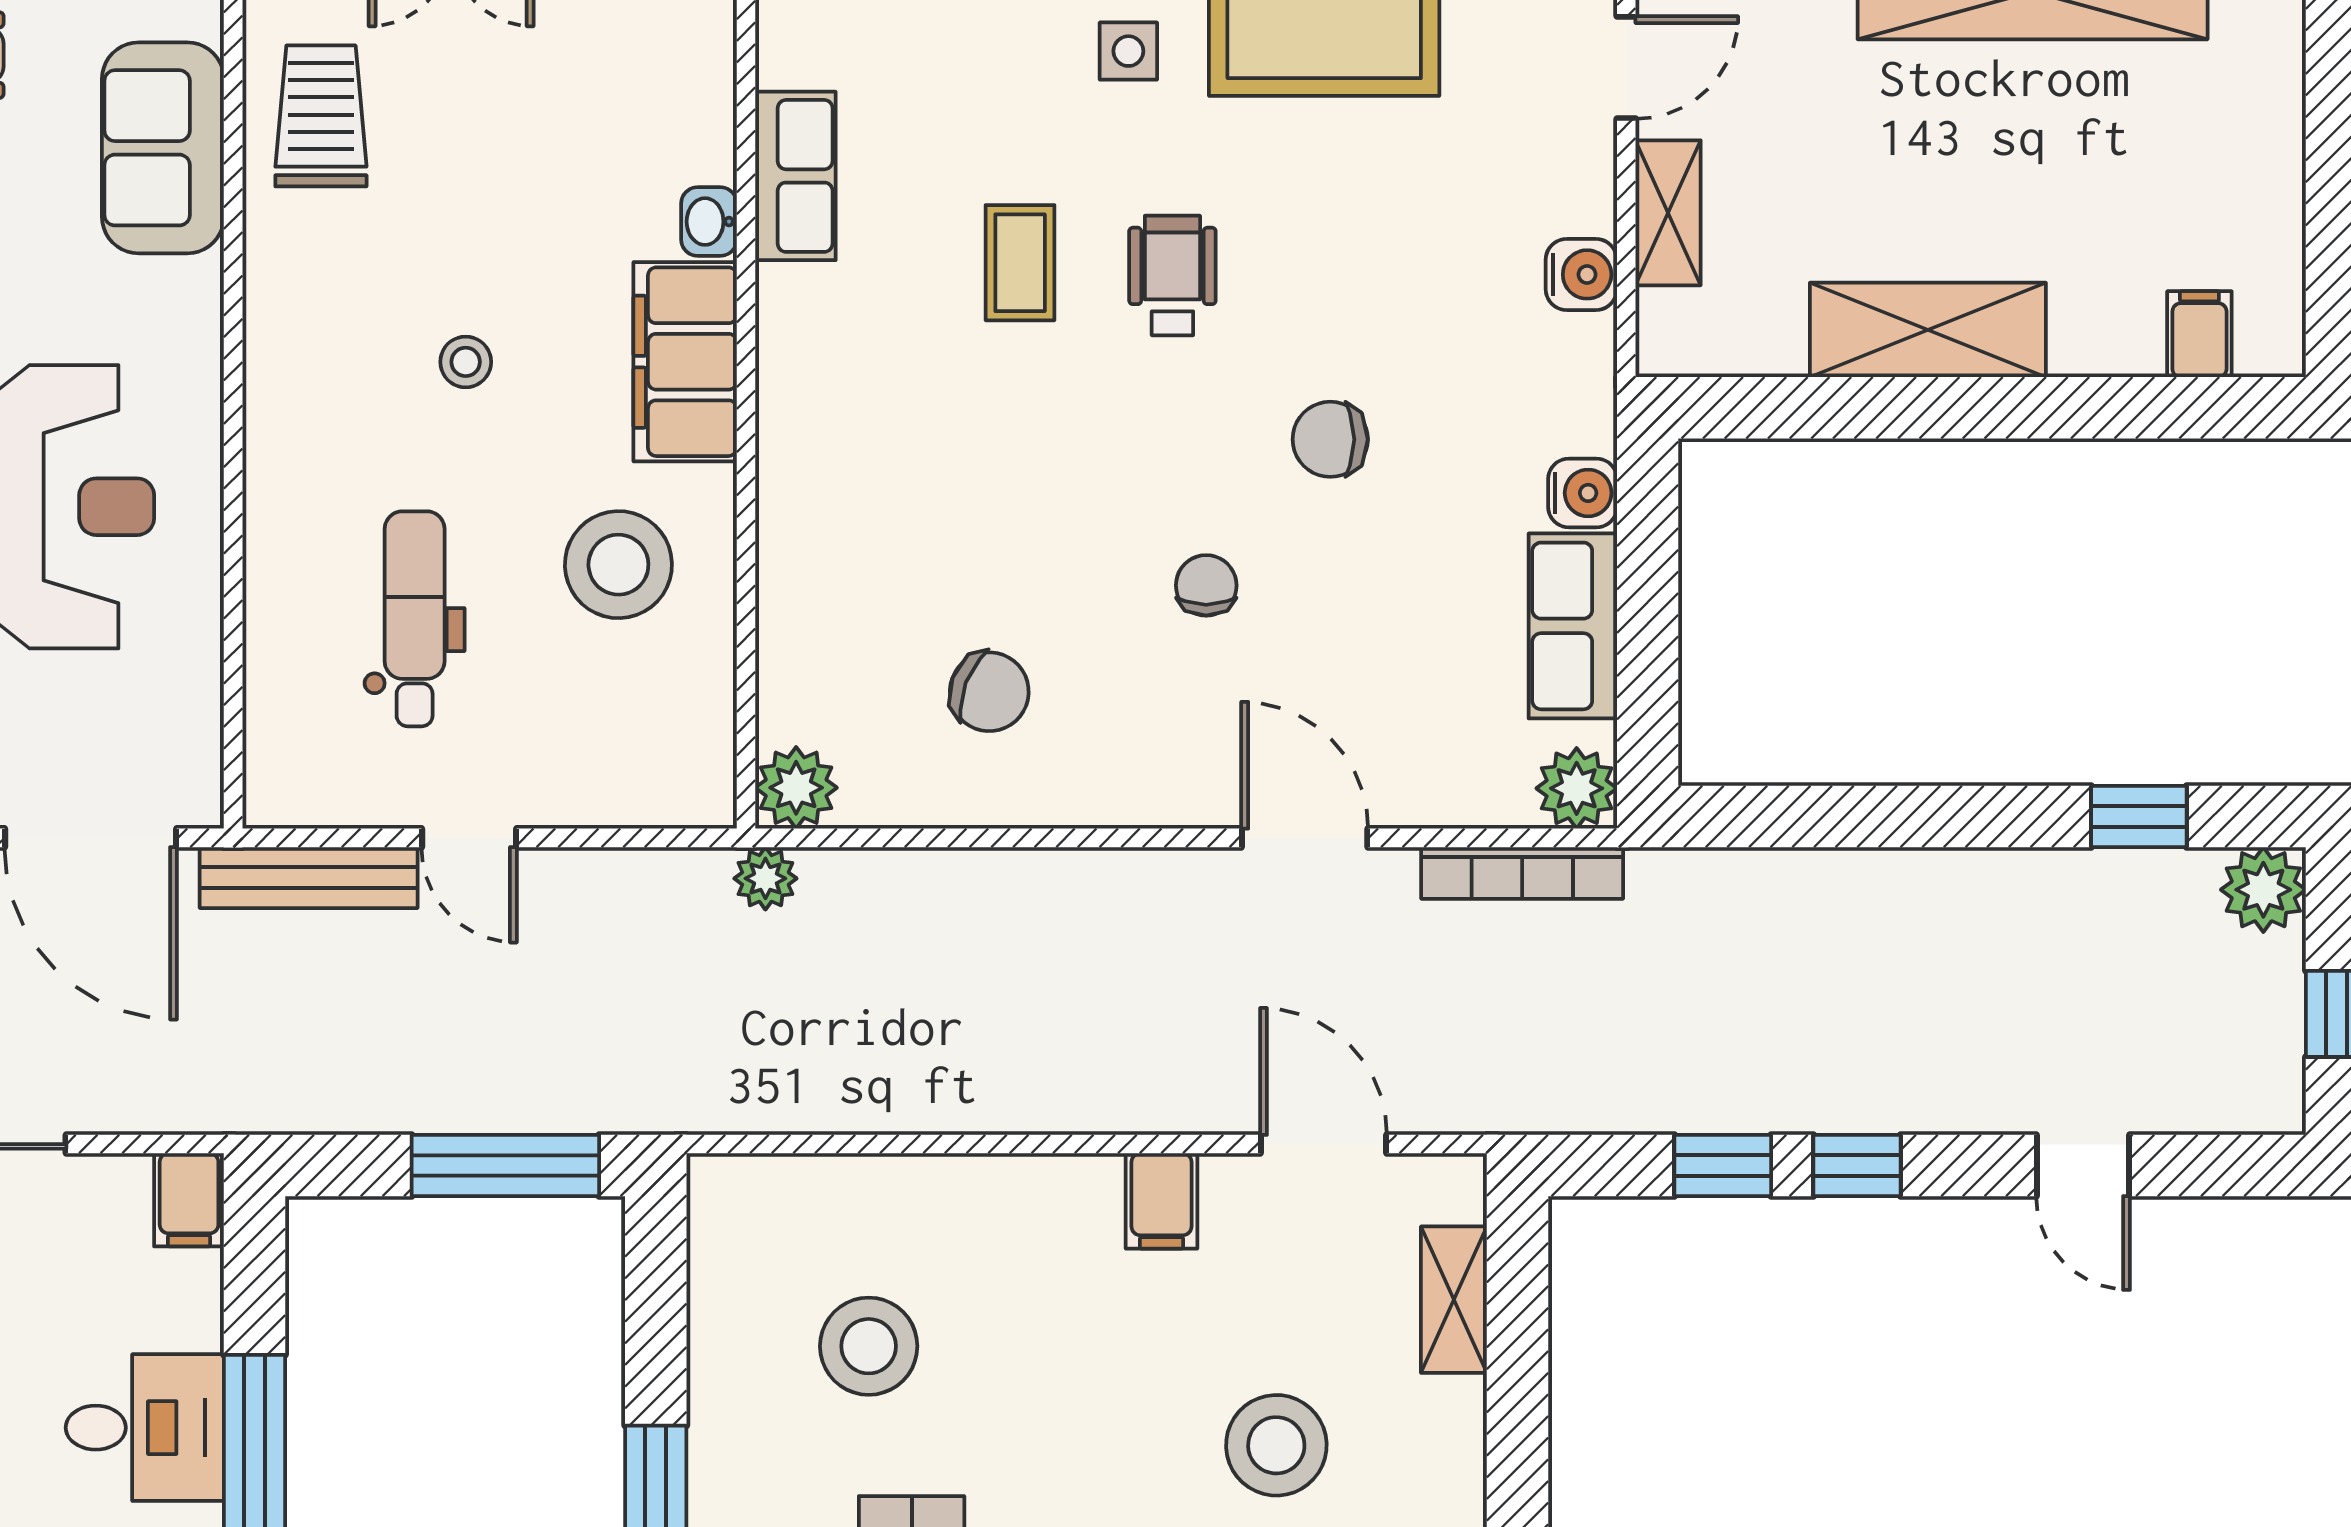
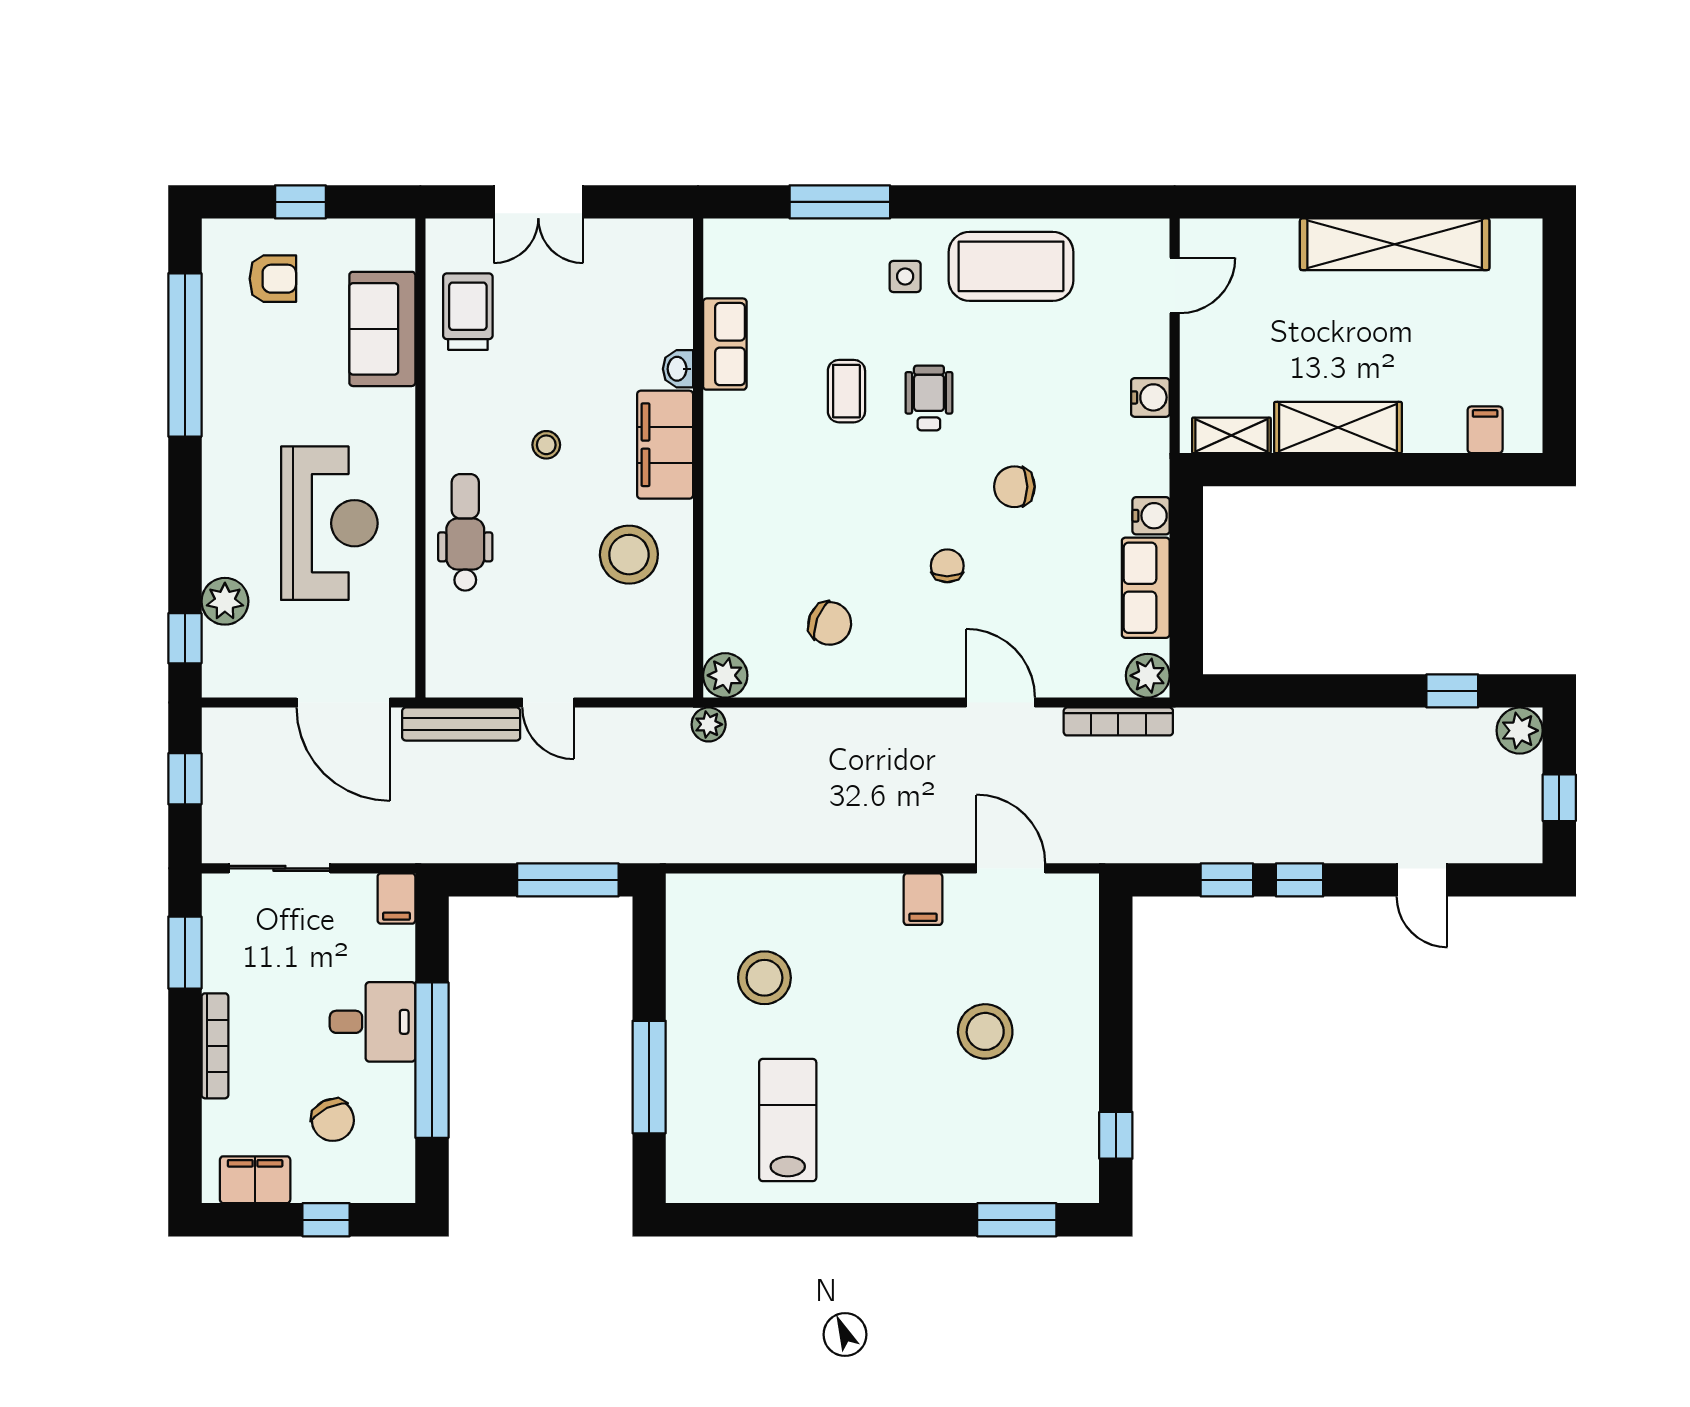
shelving: (1668, 213) -> (1231, 435), moved, turned 90
dental chair: (415, 619) -> (465, 532), moved
shelving: (1454, 1300) -> (1081, 953), removed

